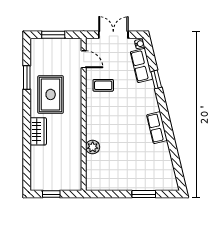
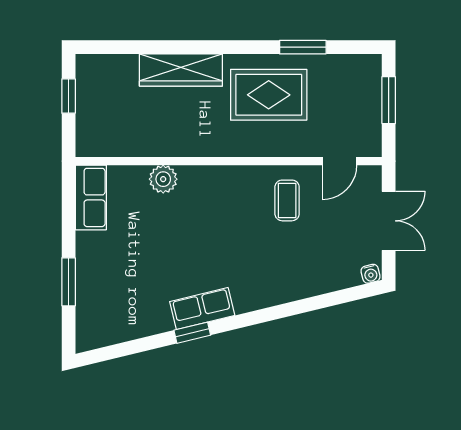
row of seats: (141, 65) -> (91, 197), moved, turned 104
window: (156, 79) -> (192, 333), moved
wardrobe: (38, 131) -> (181, 70), width x1.50

